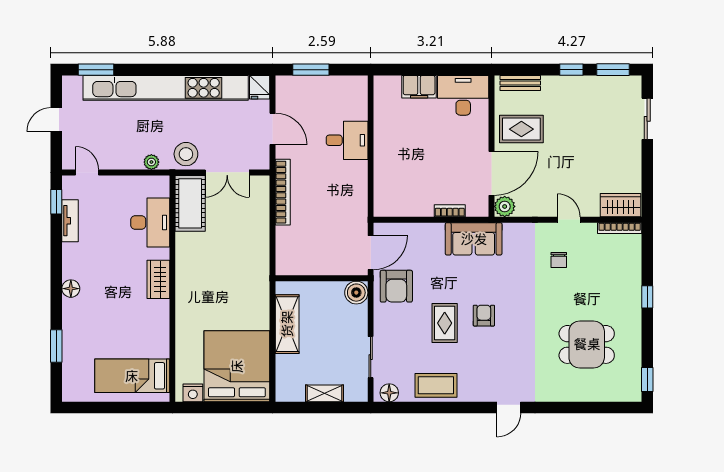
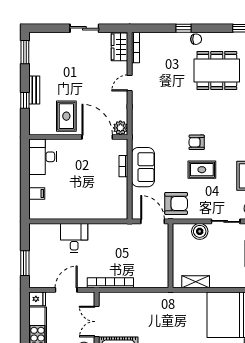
window: (571, 70) -> (25, 100), moved
bench: (520, 83) -> (34, 90), moved
filing cabinet: (419, 87) -> (37, 194), width x0.50
sliding door: (647, 119) -> (84, 28), moved
double door: (227, 172) -> (97, 322), swing flipped
sofa: (474, 239) -> (143, 167), moved
chair: (559, 260) -> (196, 39), moved
boiler: (356, 293) -> (200, 231), moved
shelving: (287, 324) -> (196, 282), width x0.67, depth x0.75
dining table: (587, 344) -> (217, 71), width x1.37

